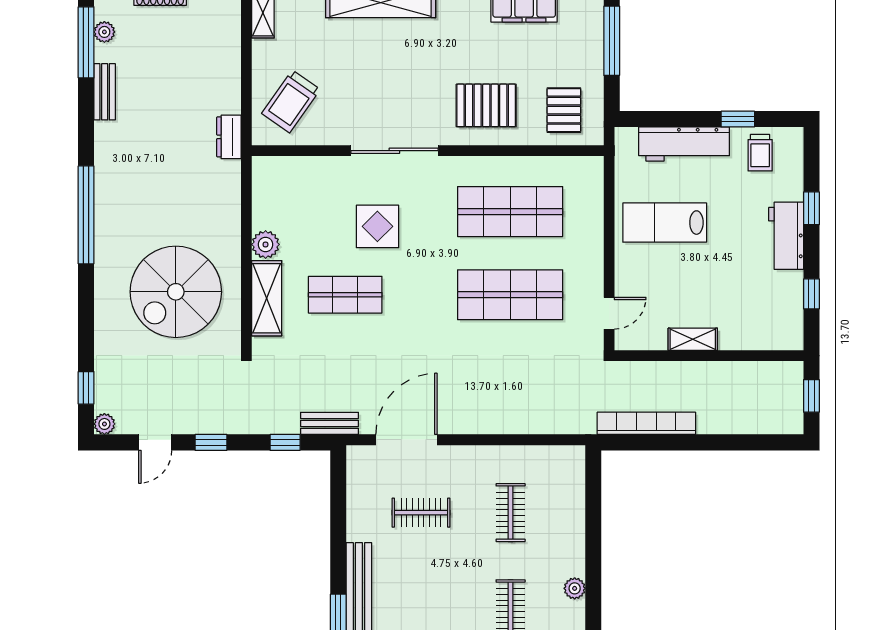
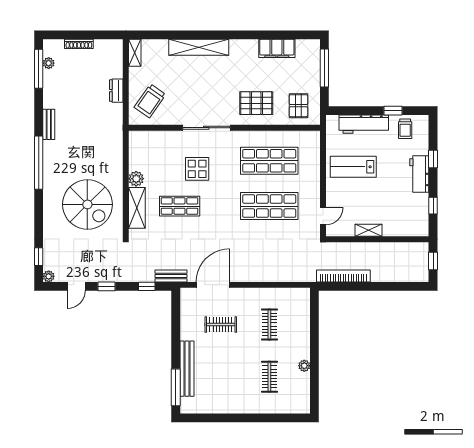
bench: (105, 92) -> (49, 124), moved
dresser: (229, 137) -> (116, 91), moved
spiral stairs: (176, 292) -> (87, 204), turned -90

